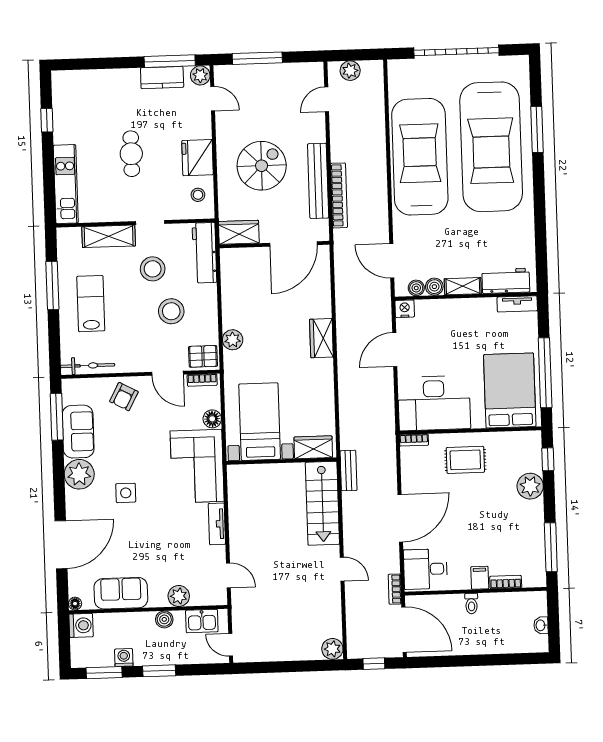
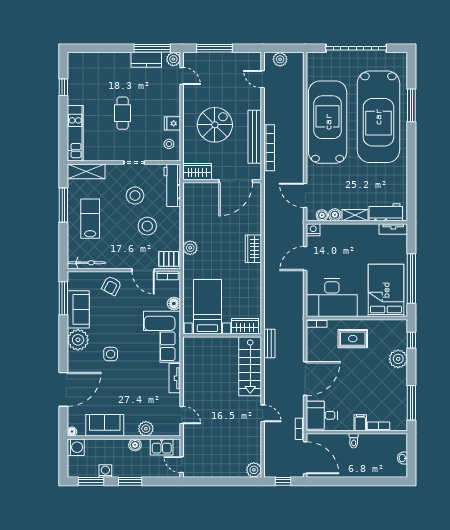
door: (327, 99) -> (263, 79), hinge flipped
fridge: (198, 158) -> (172, 123), width x0.53, depth x0.75
shelving: (109, 236) -> (86, 171), moved

